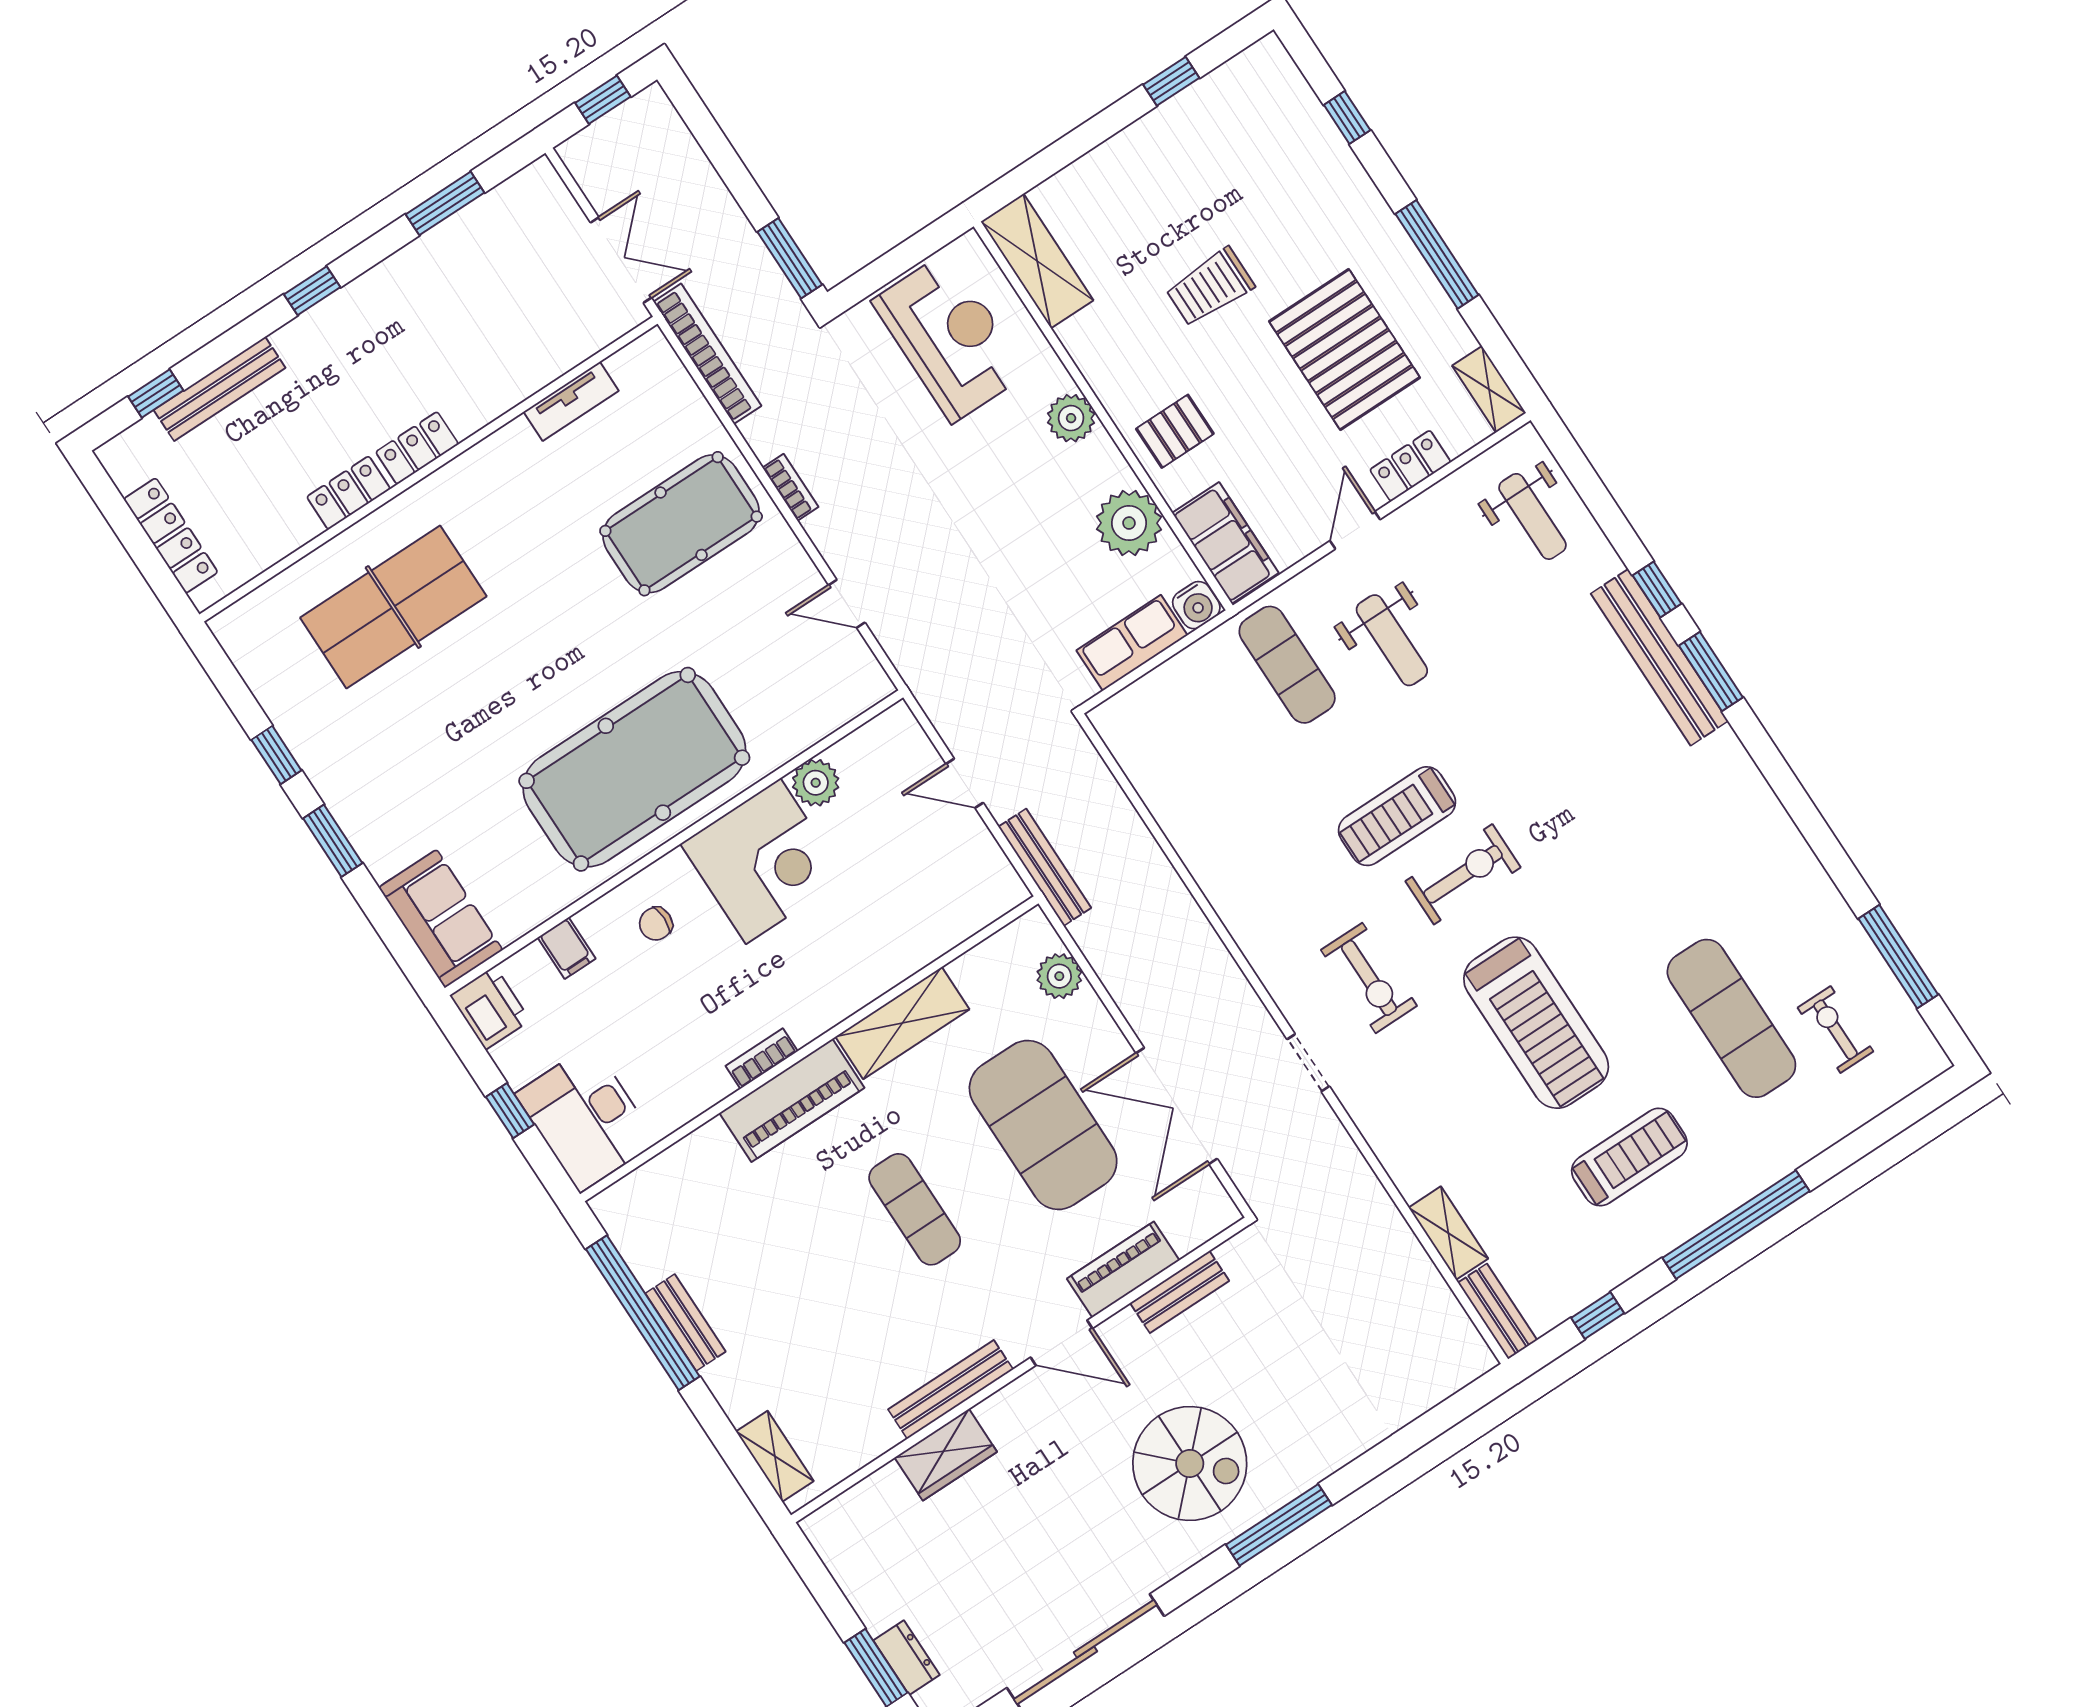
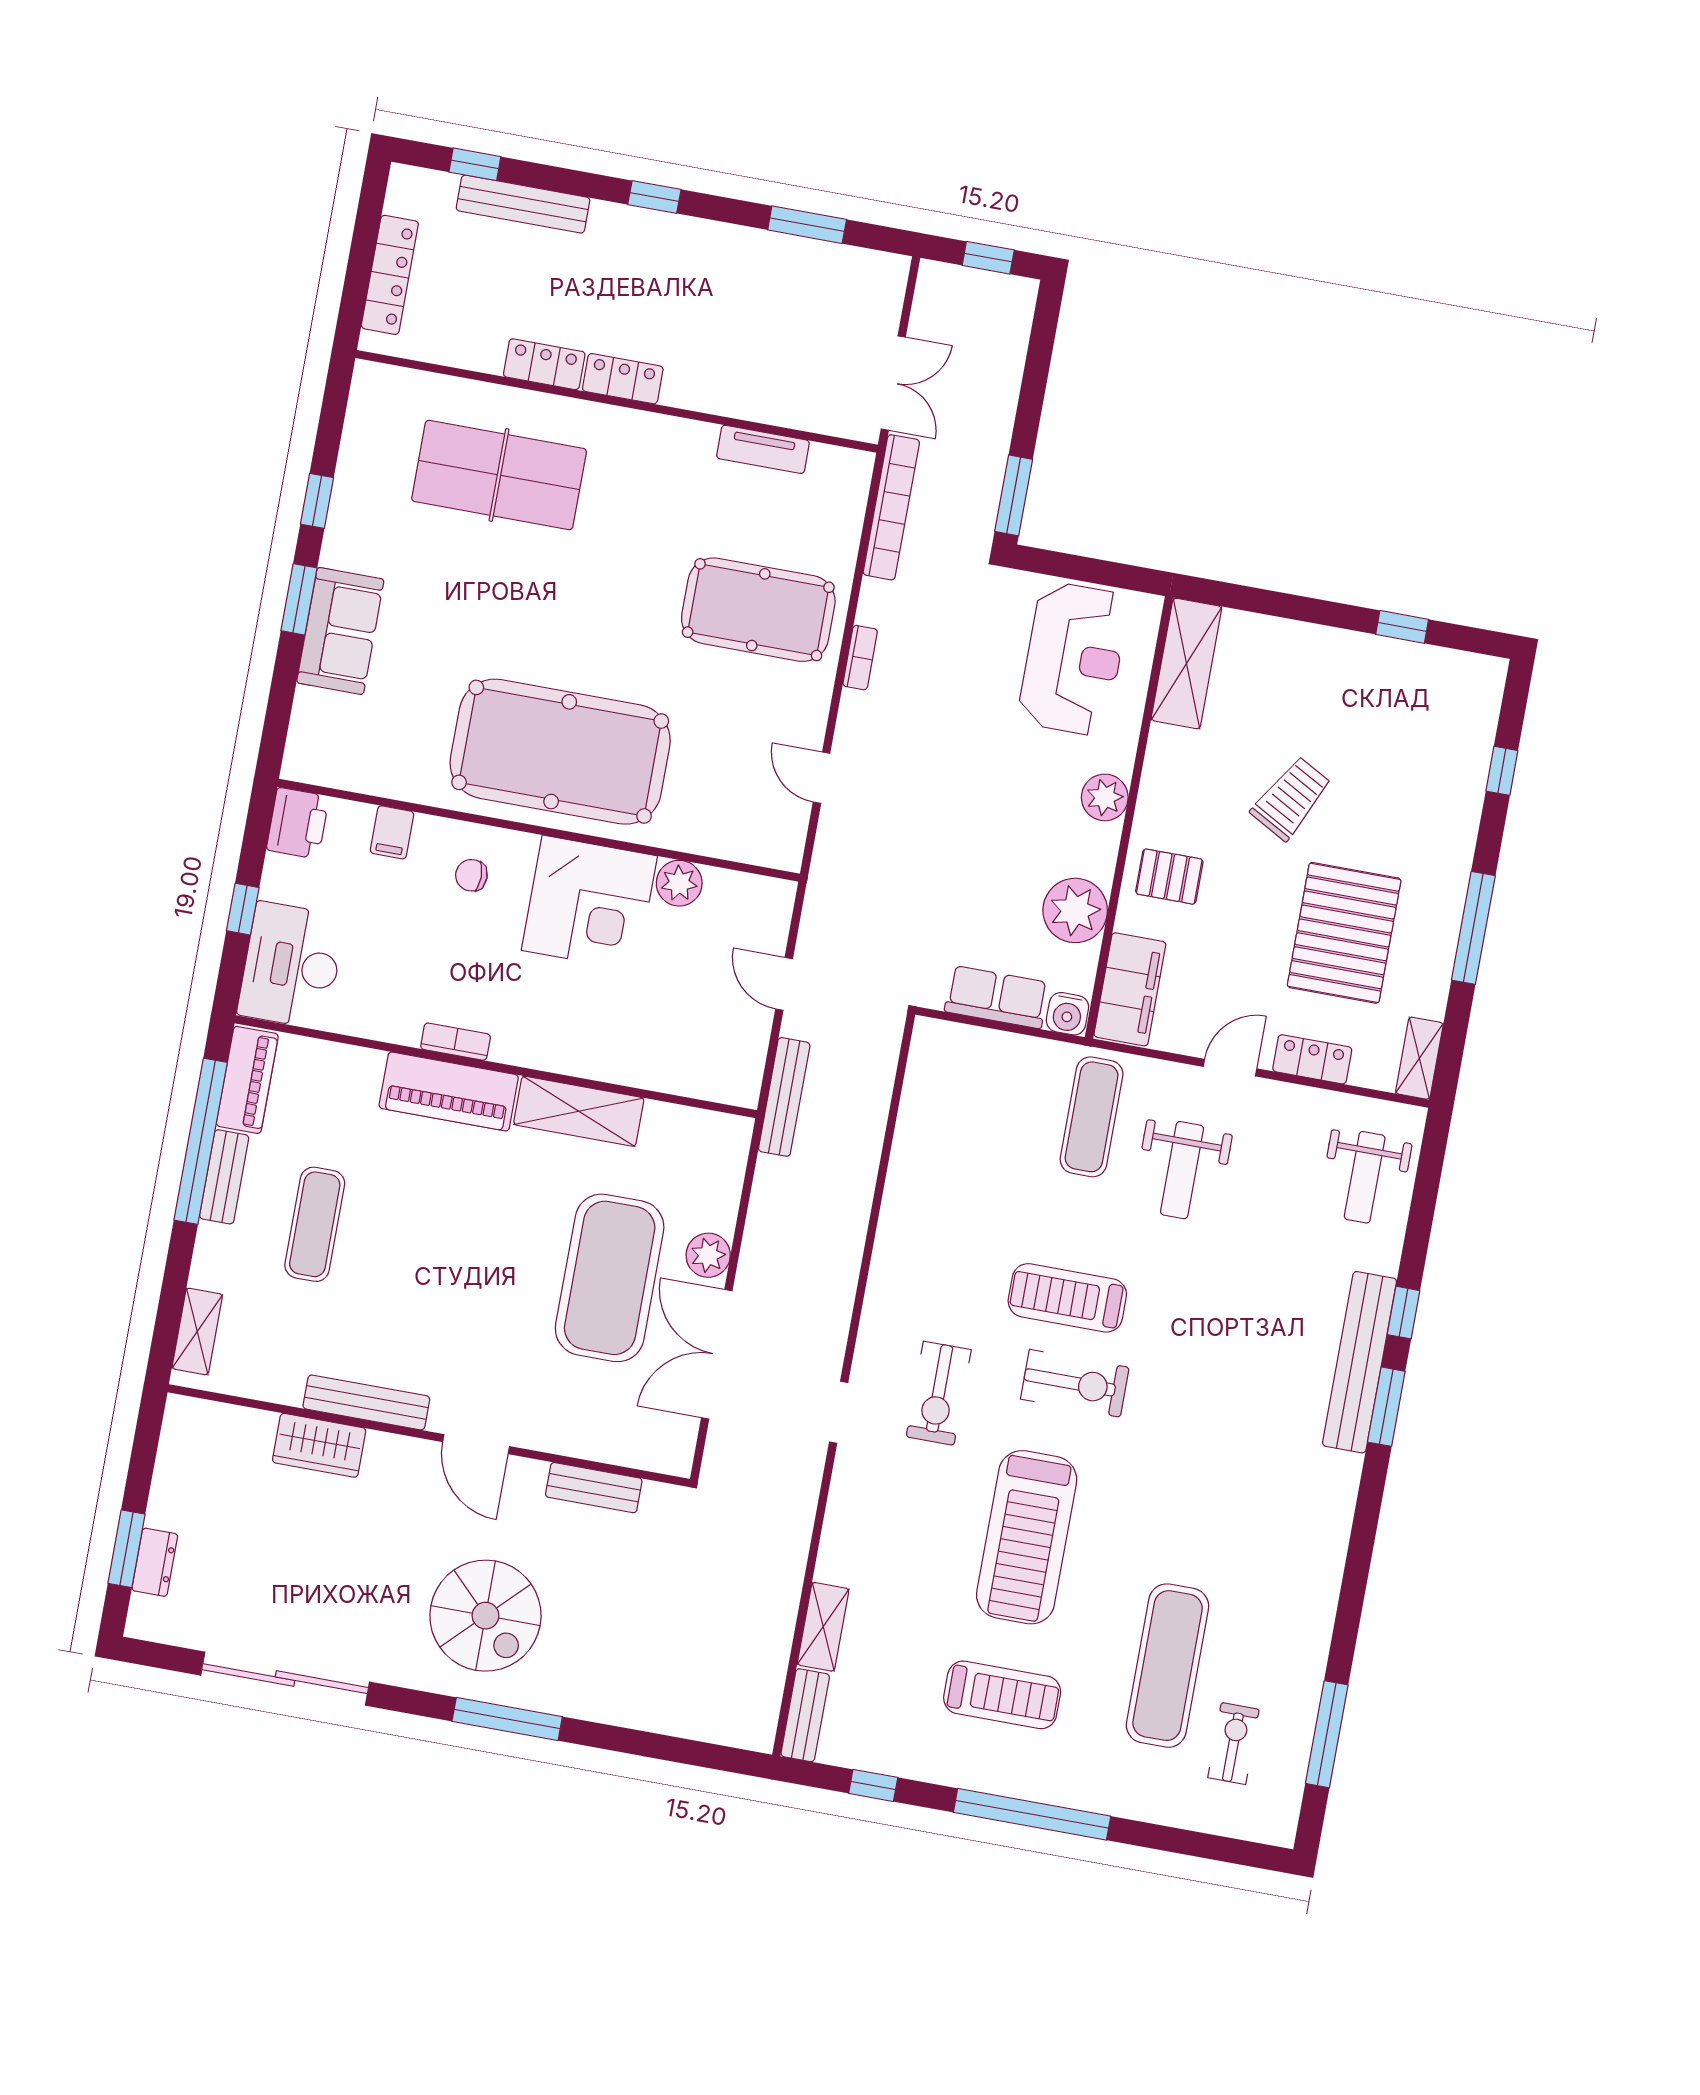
trolley: (1210, 287) -> (1291, 798), turned 119
sofa: (441, 919) -> (340, 631), moved
plant: (1059, 976) -> (708, 1255), moved
exercise mat: (915, 1209) -> (315, 1224), moved
piano: (1123, 1269) -> (247, 1080), moved, turned 90

